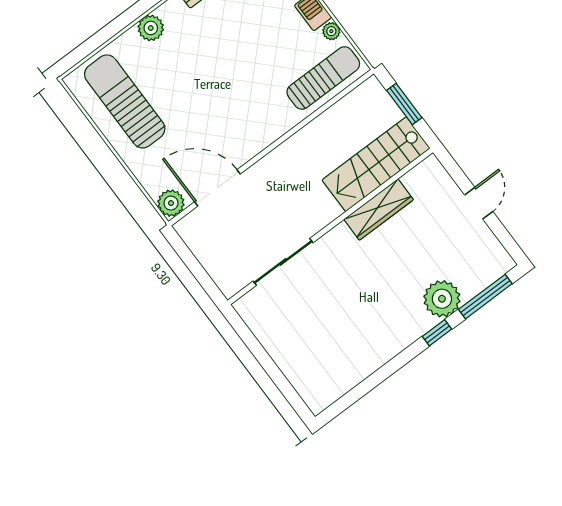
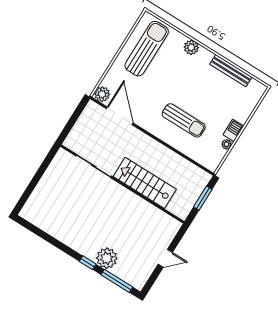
sun lounger: (323, 78) -> (184, 120), moved
stairs: (376, 164) -> (145, 183), moved
wardrobe: (379, 210) -> (141, 206), removed

